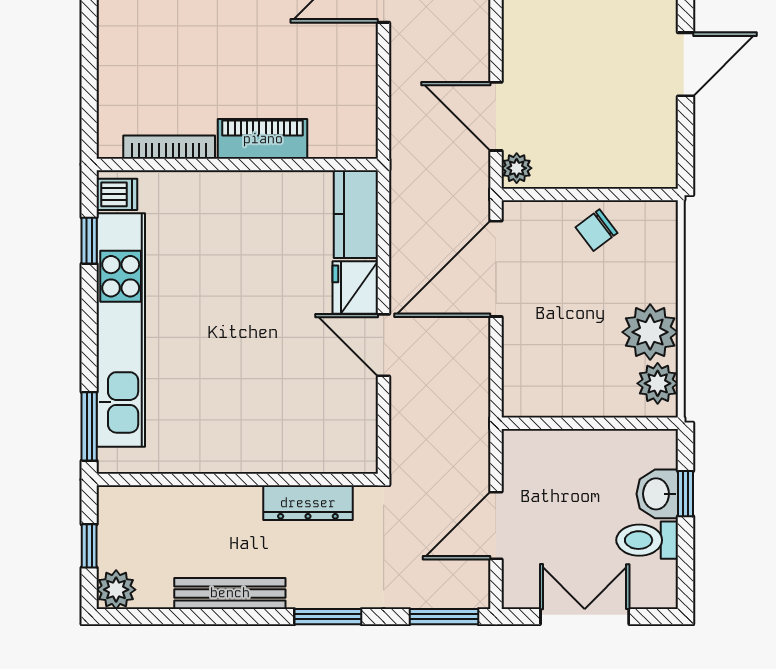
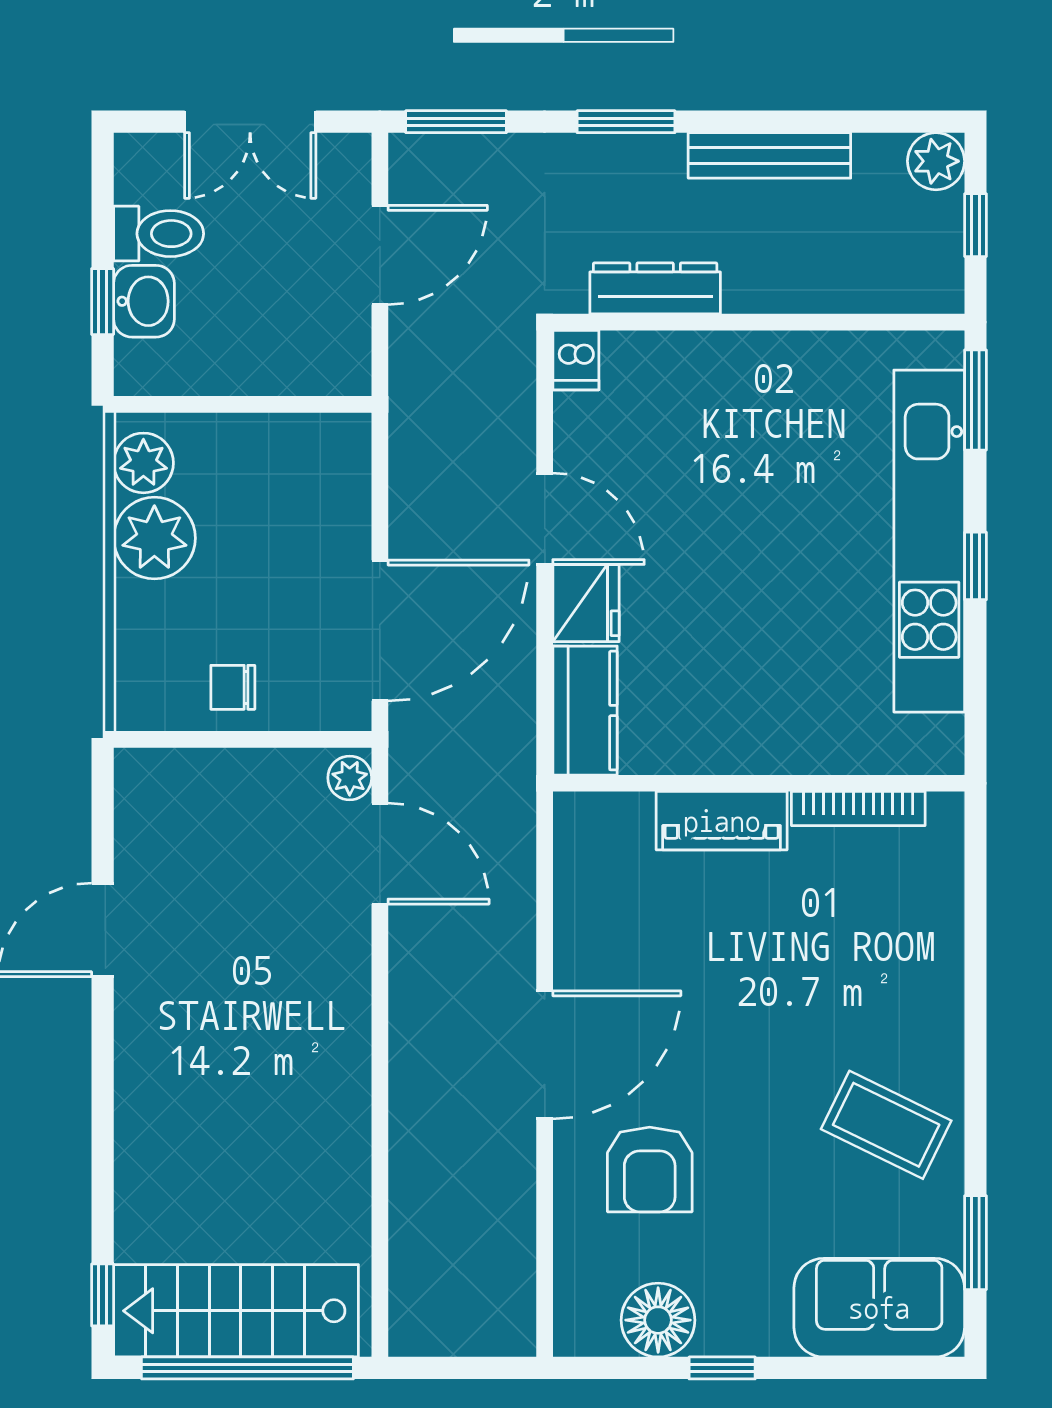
dishwasher: (117, 194) -> (576, 360), moved, turned -90
chair: (597, 230) -> (233, 687), turned -143
window: (89, 241) -> (975, 566), moved

